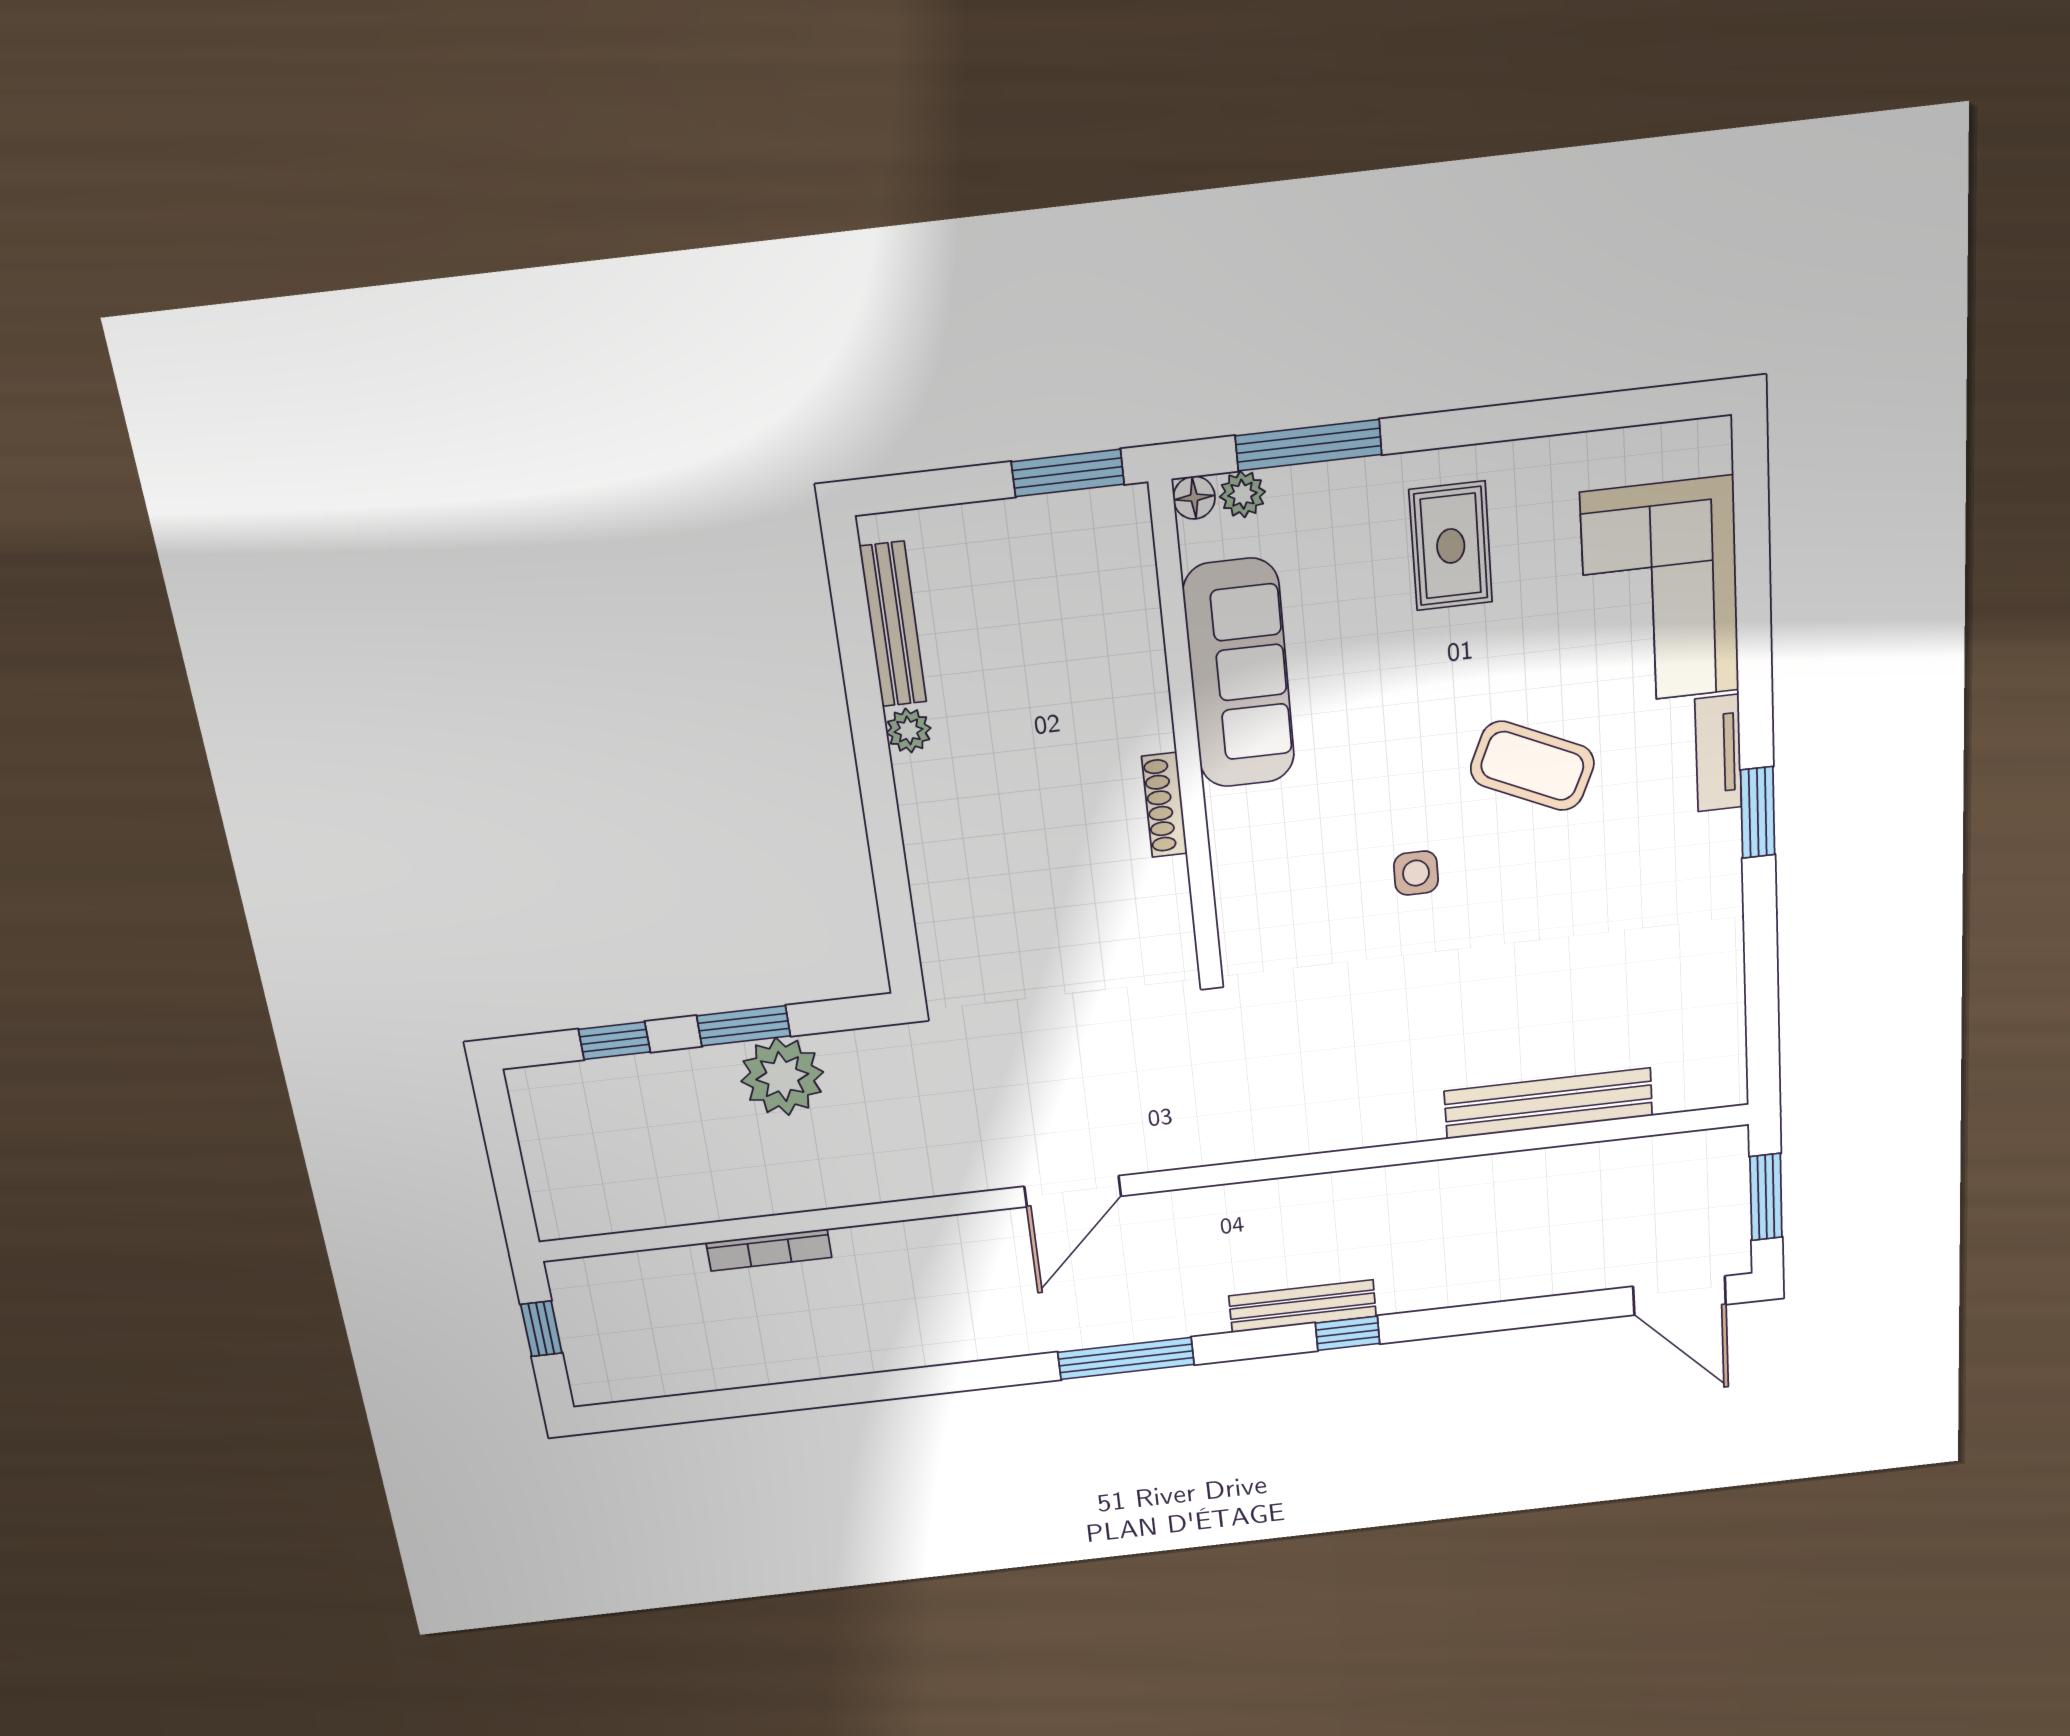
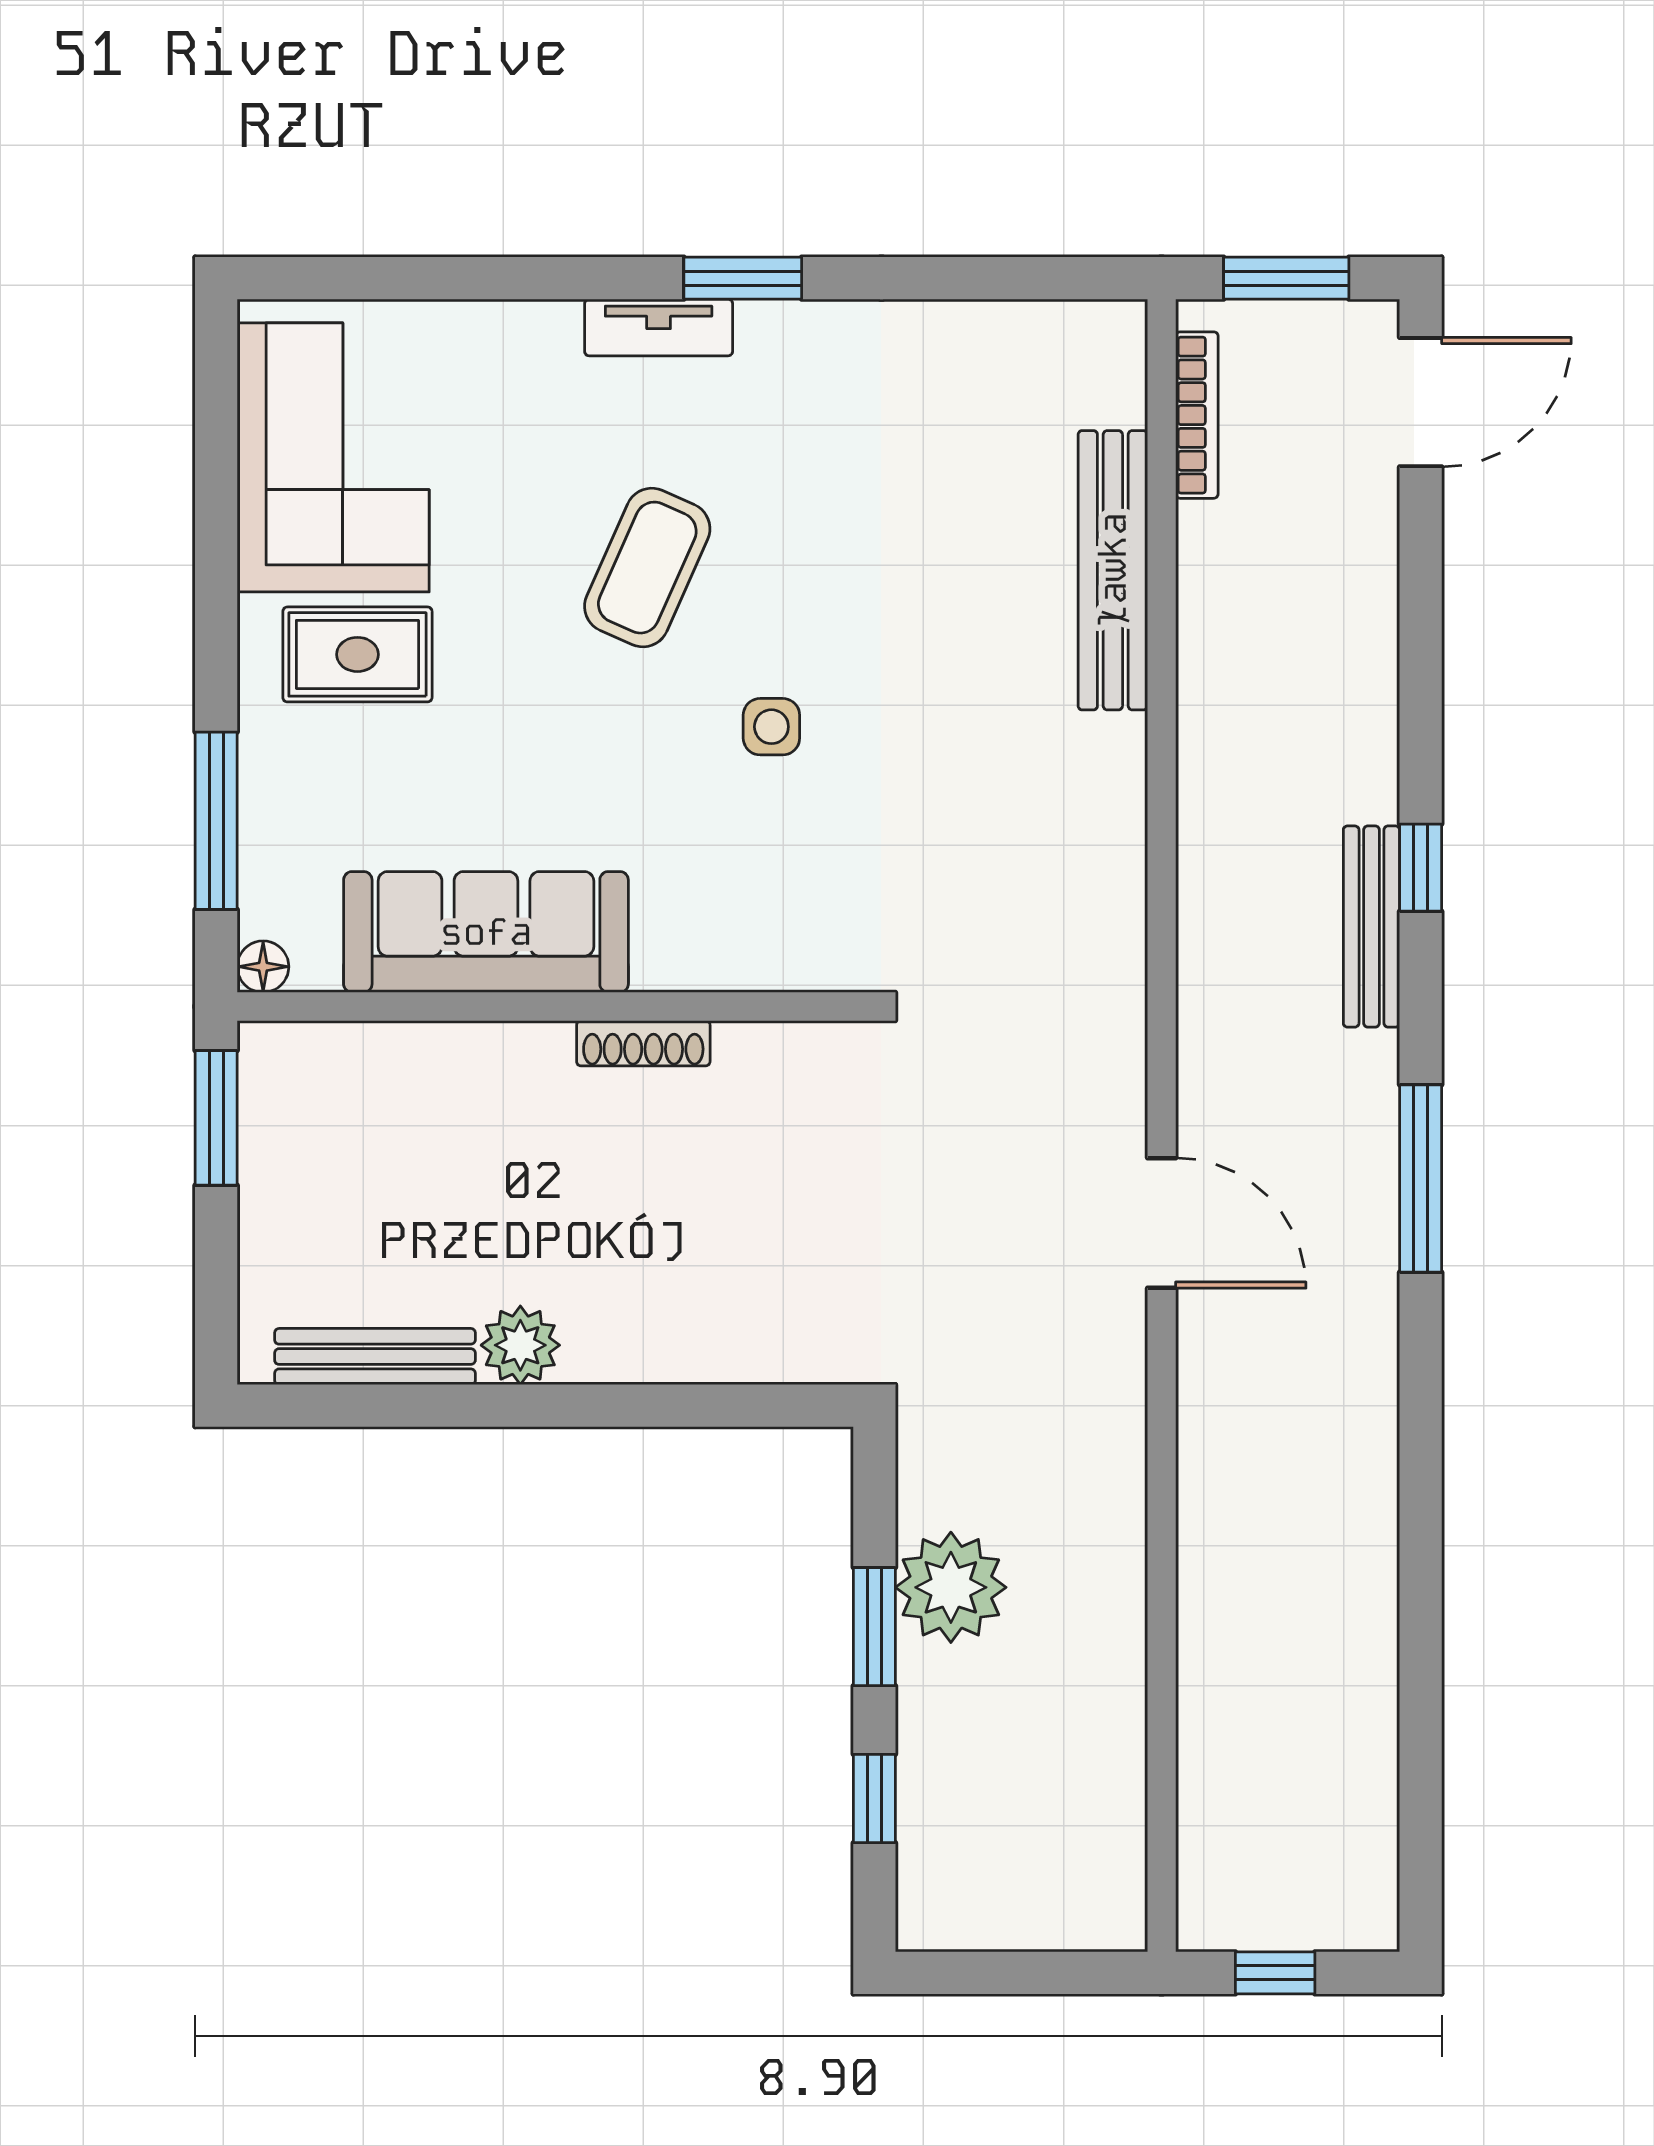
plant: (1242, 494) -> (266, 907), removed
corner sofa: (1660, 592) -> (333, 457), moved, turned -90
plant: (909, 730) -> (520, 1345), width x1.38, depth x1.38
bookcase: (769, 1250) -> (1197, 415), moved

